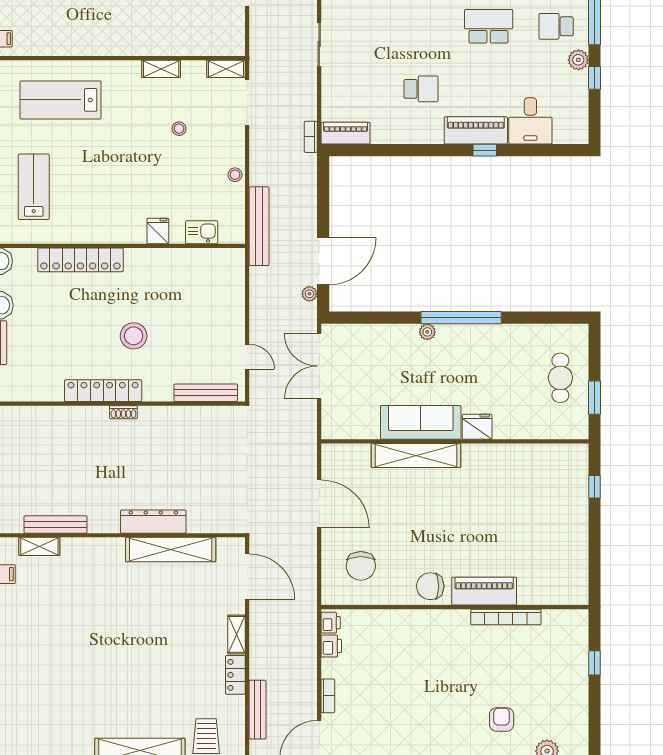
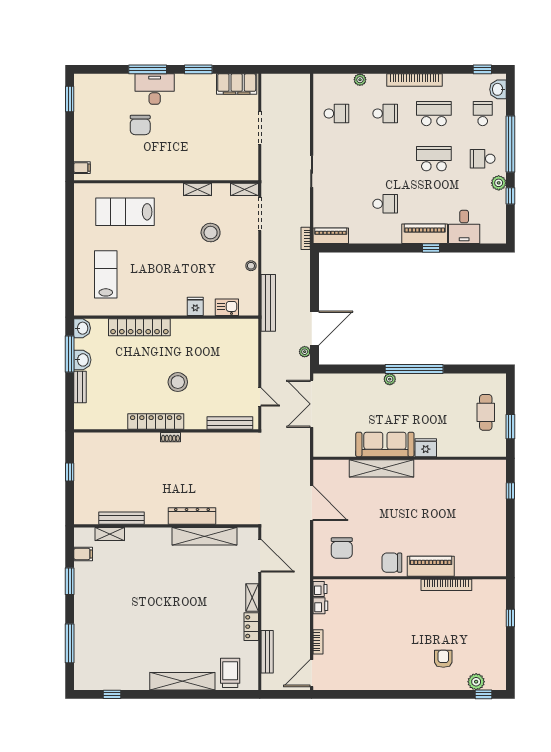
stool: (179, 129) -> (211, 233), width x1.89, depth x1.89

